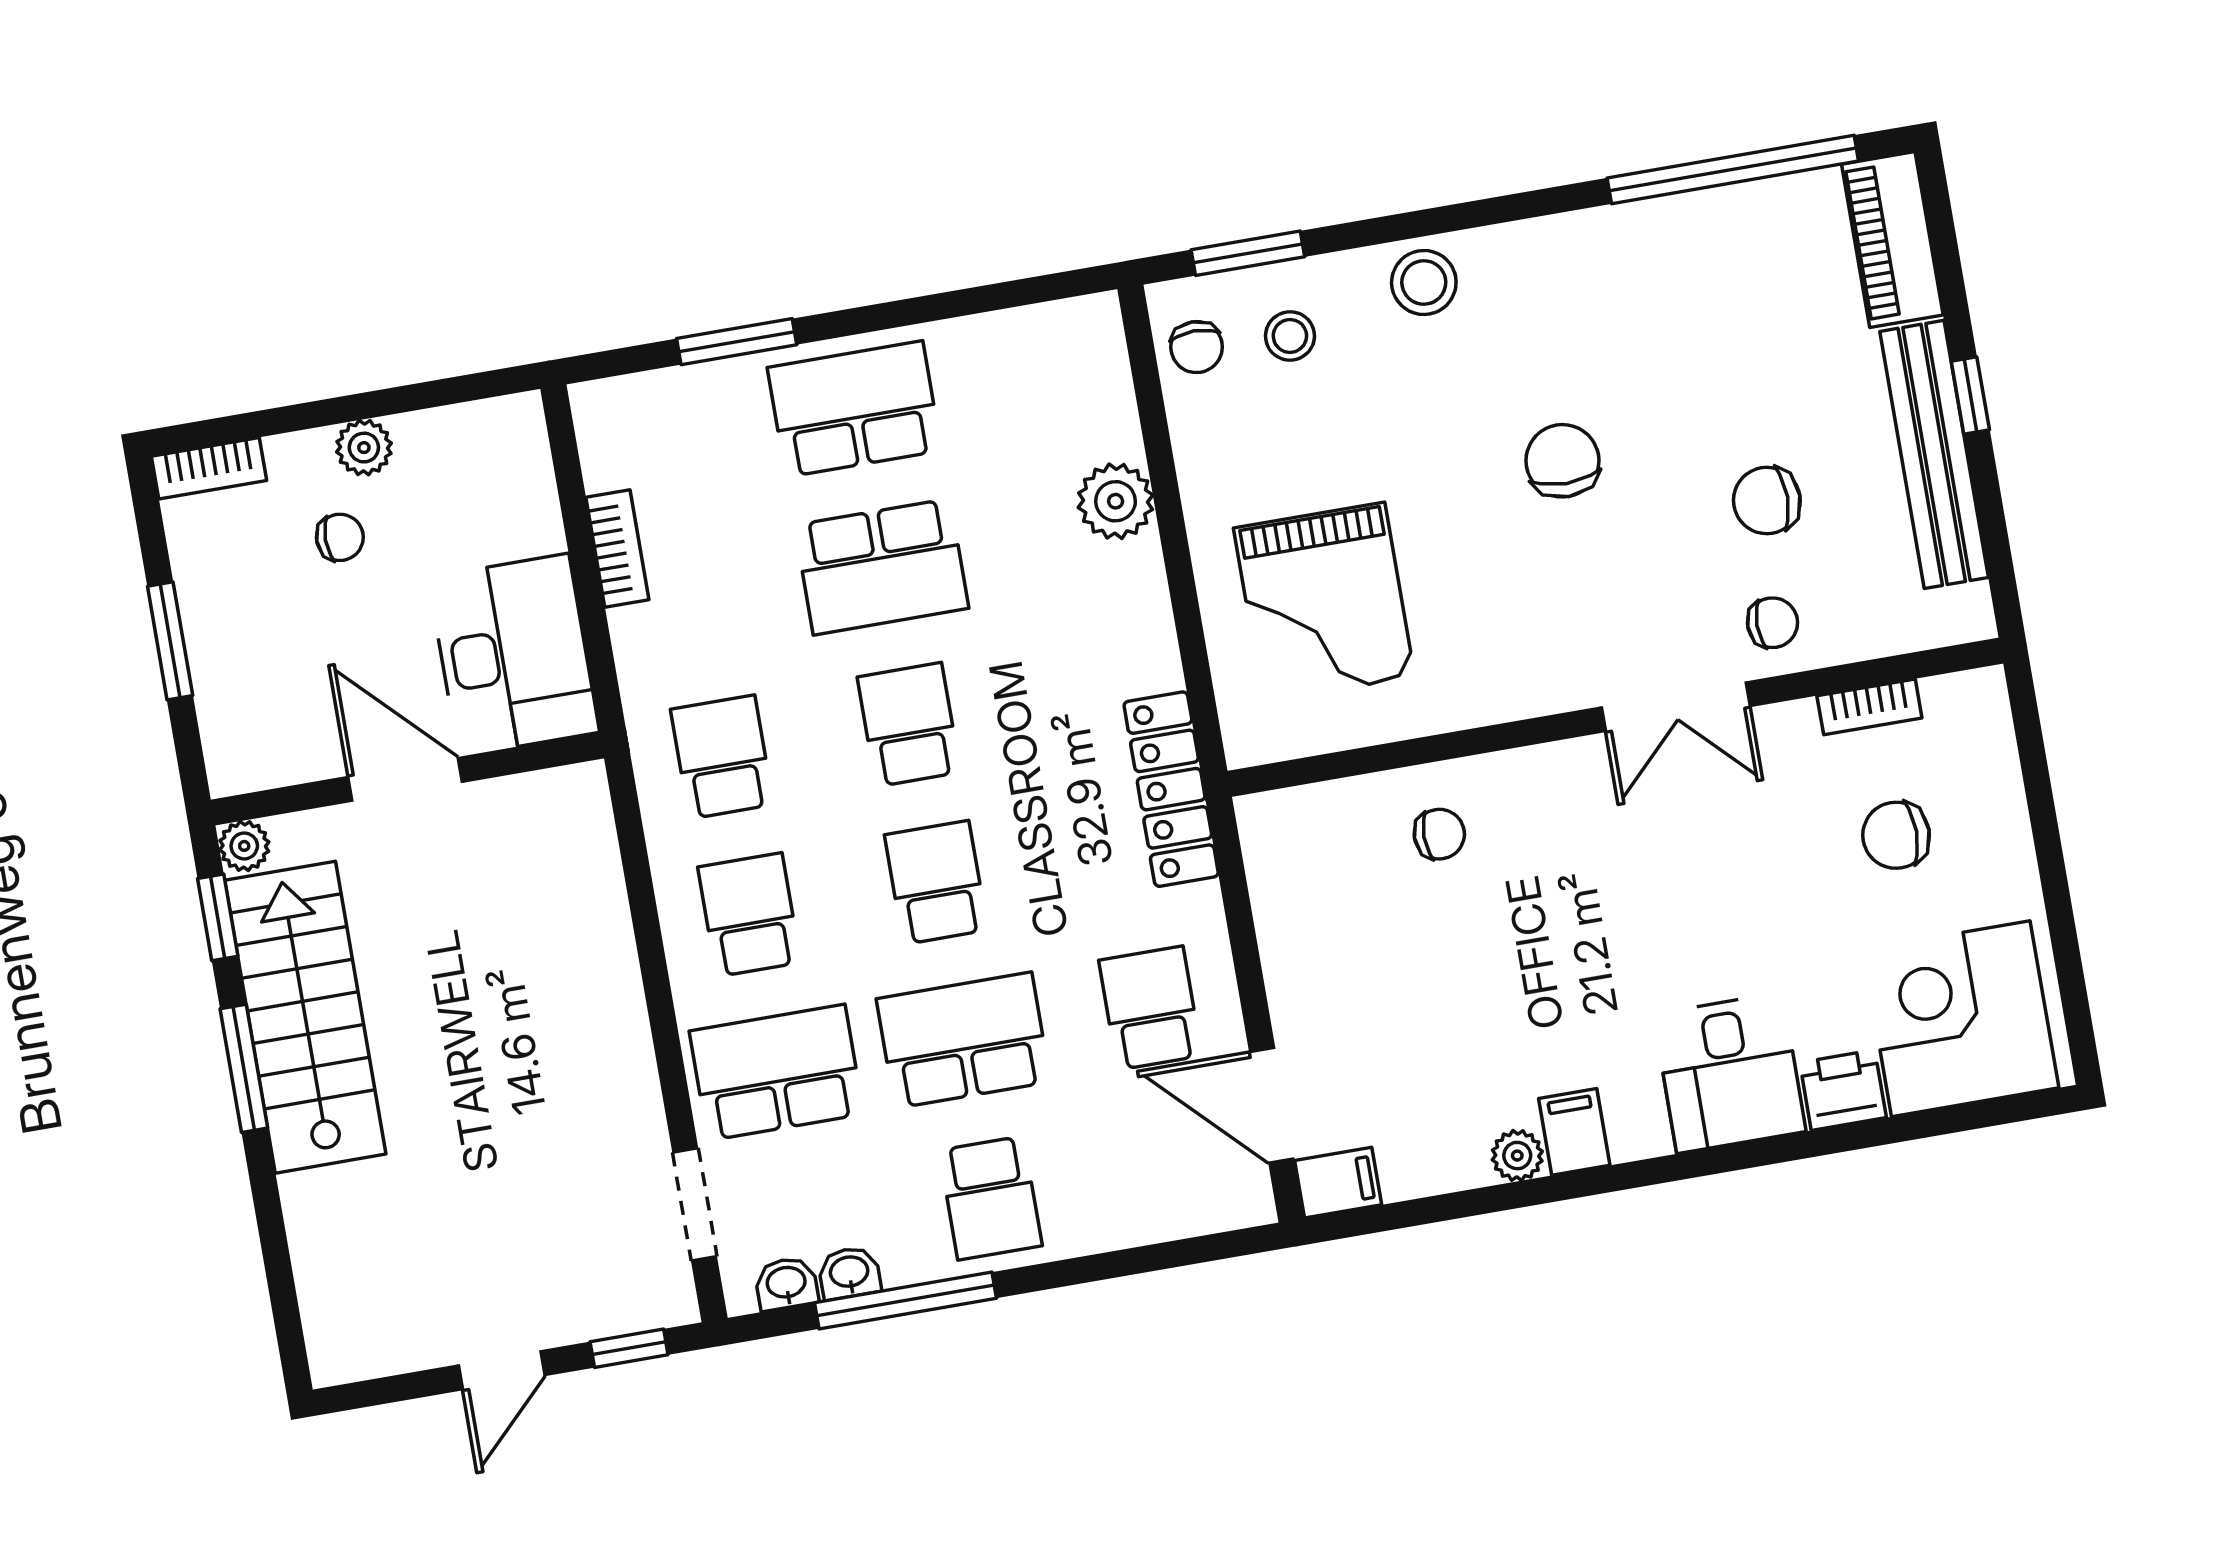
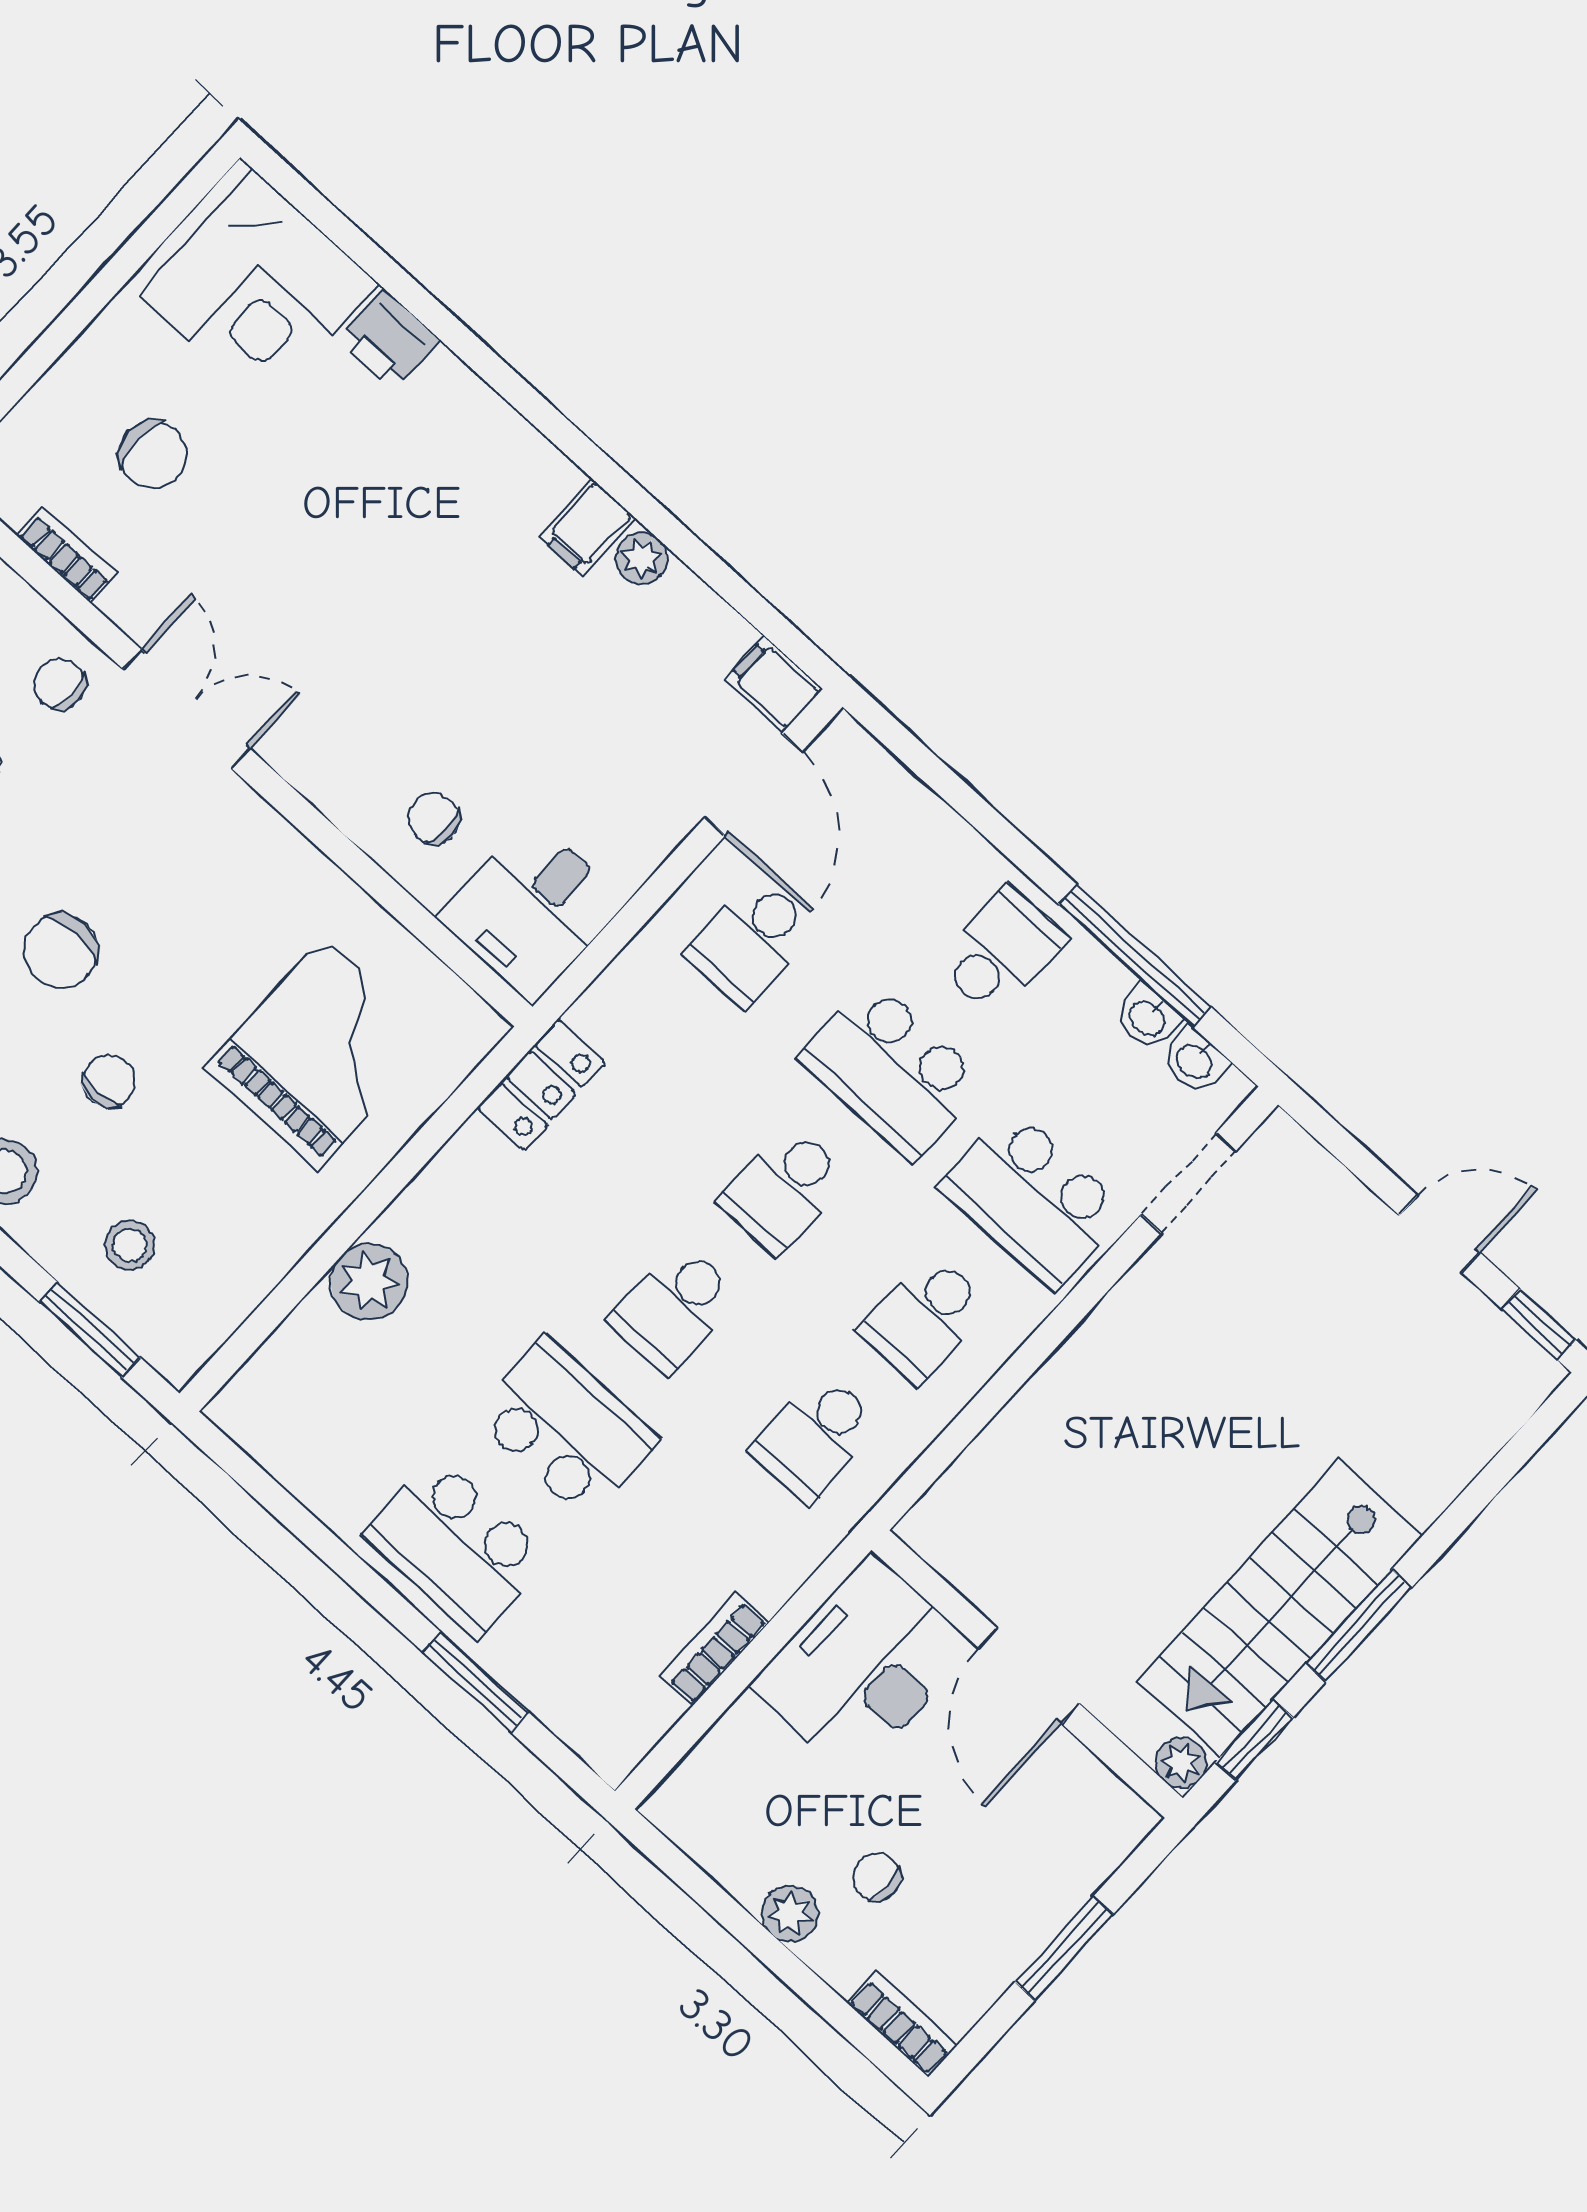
chair: (1197, 347) -> (109, 1081), moved
locker: (1171, 789) -> (541, 1085), width x0.66
desk: (1730, 1073) -> (532, 910), moved, turned 180
window: (629, 1348) -> (1538, 1324), moved

